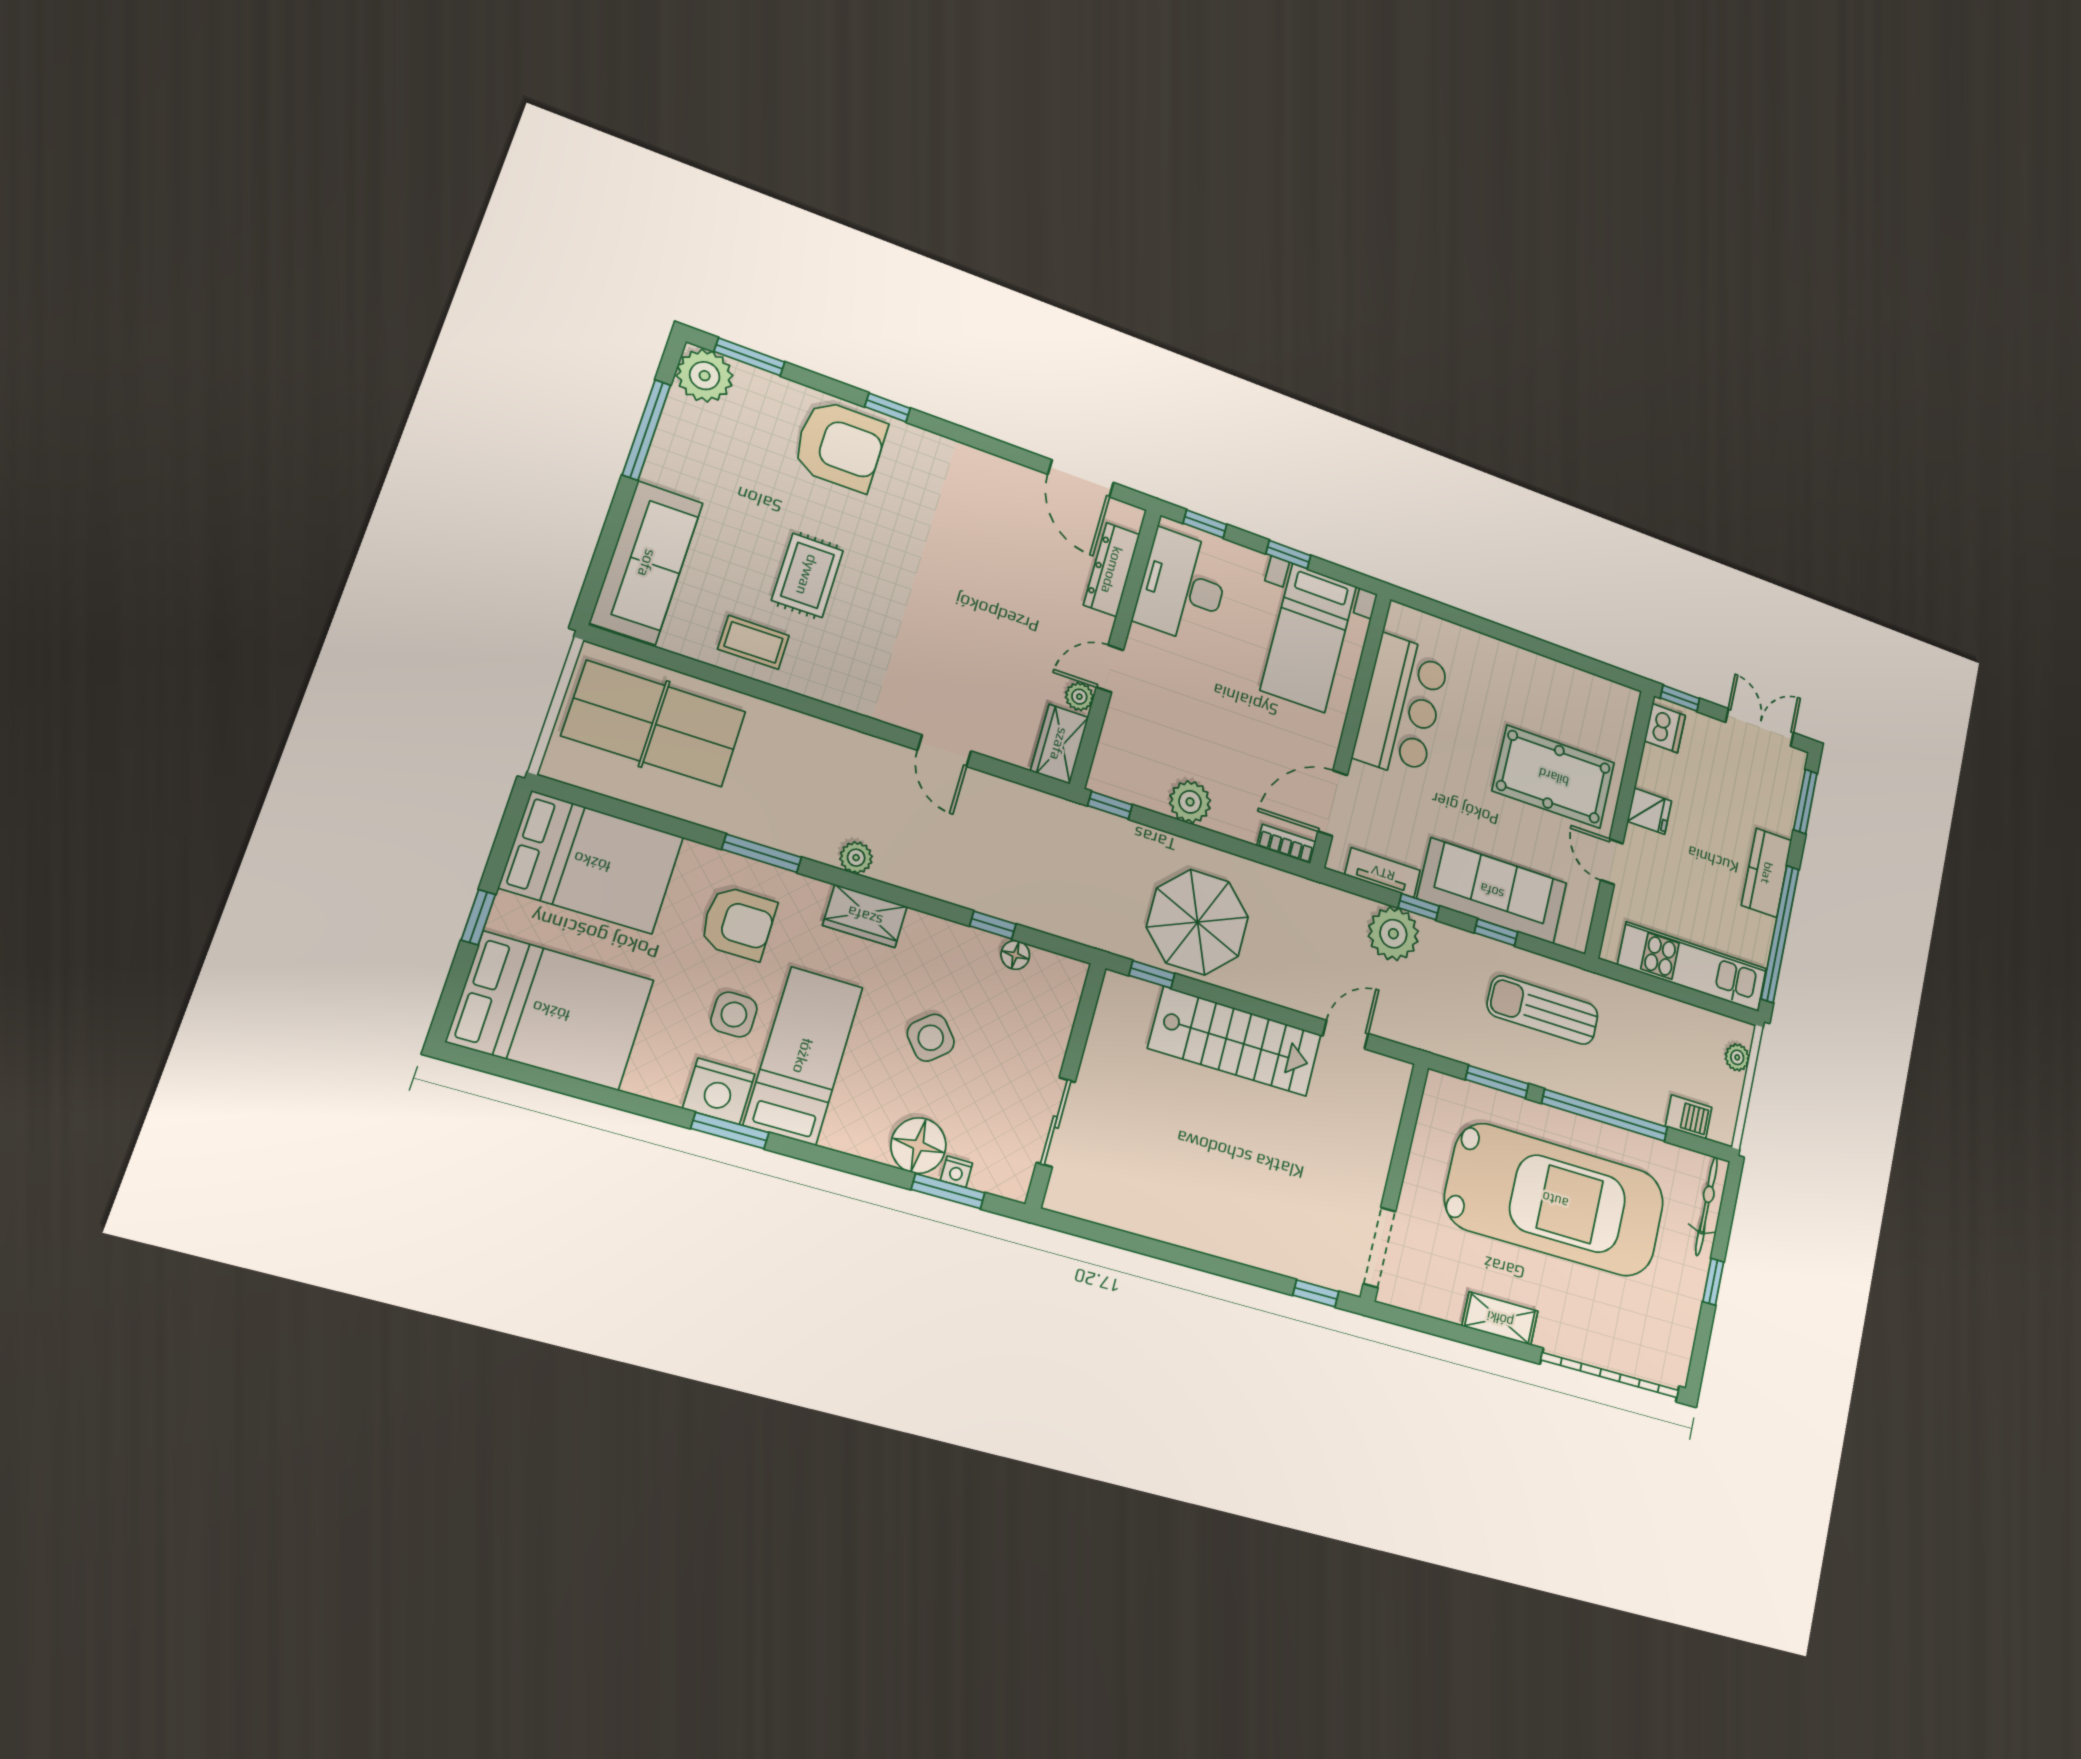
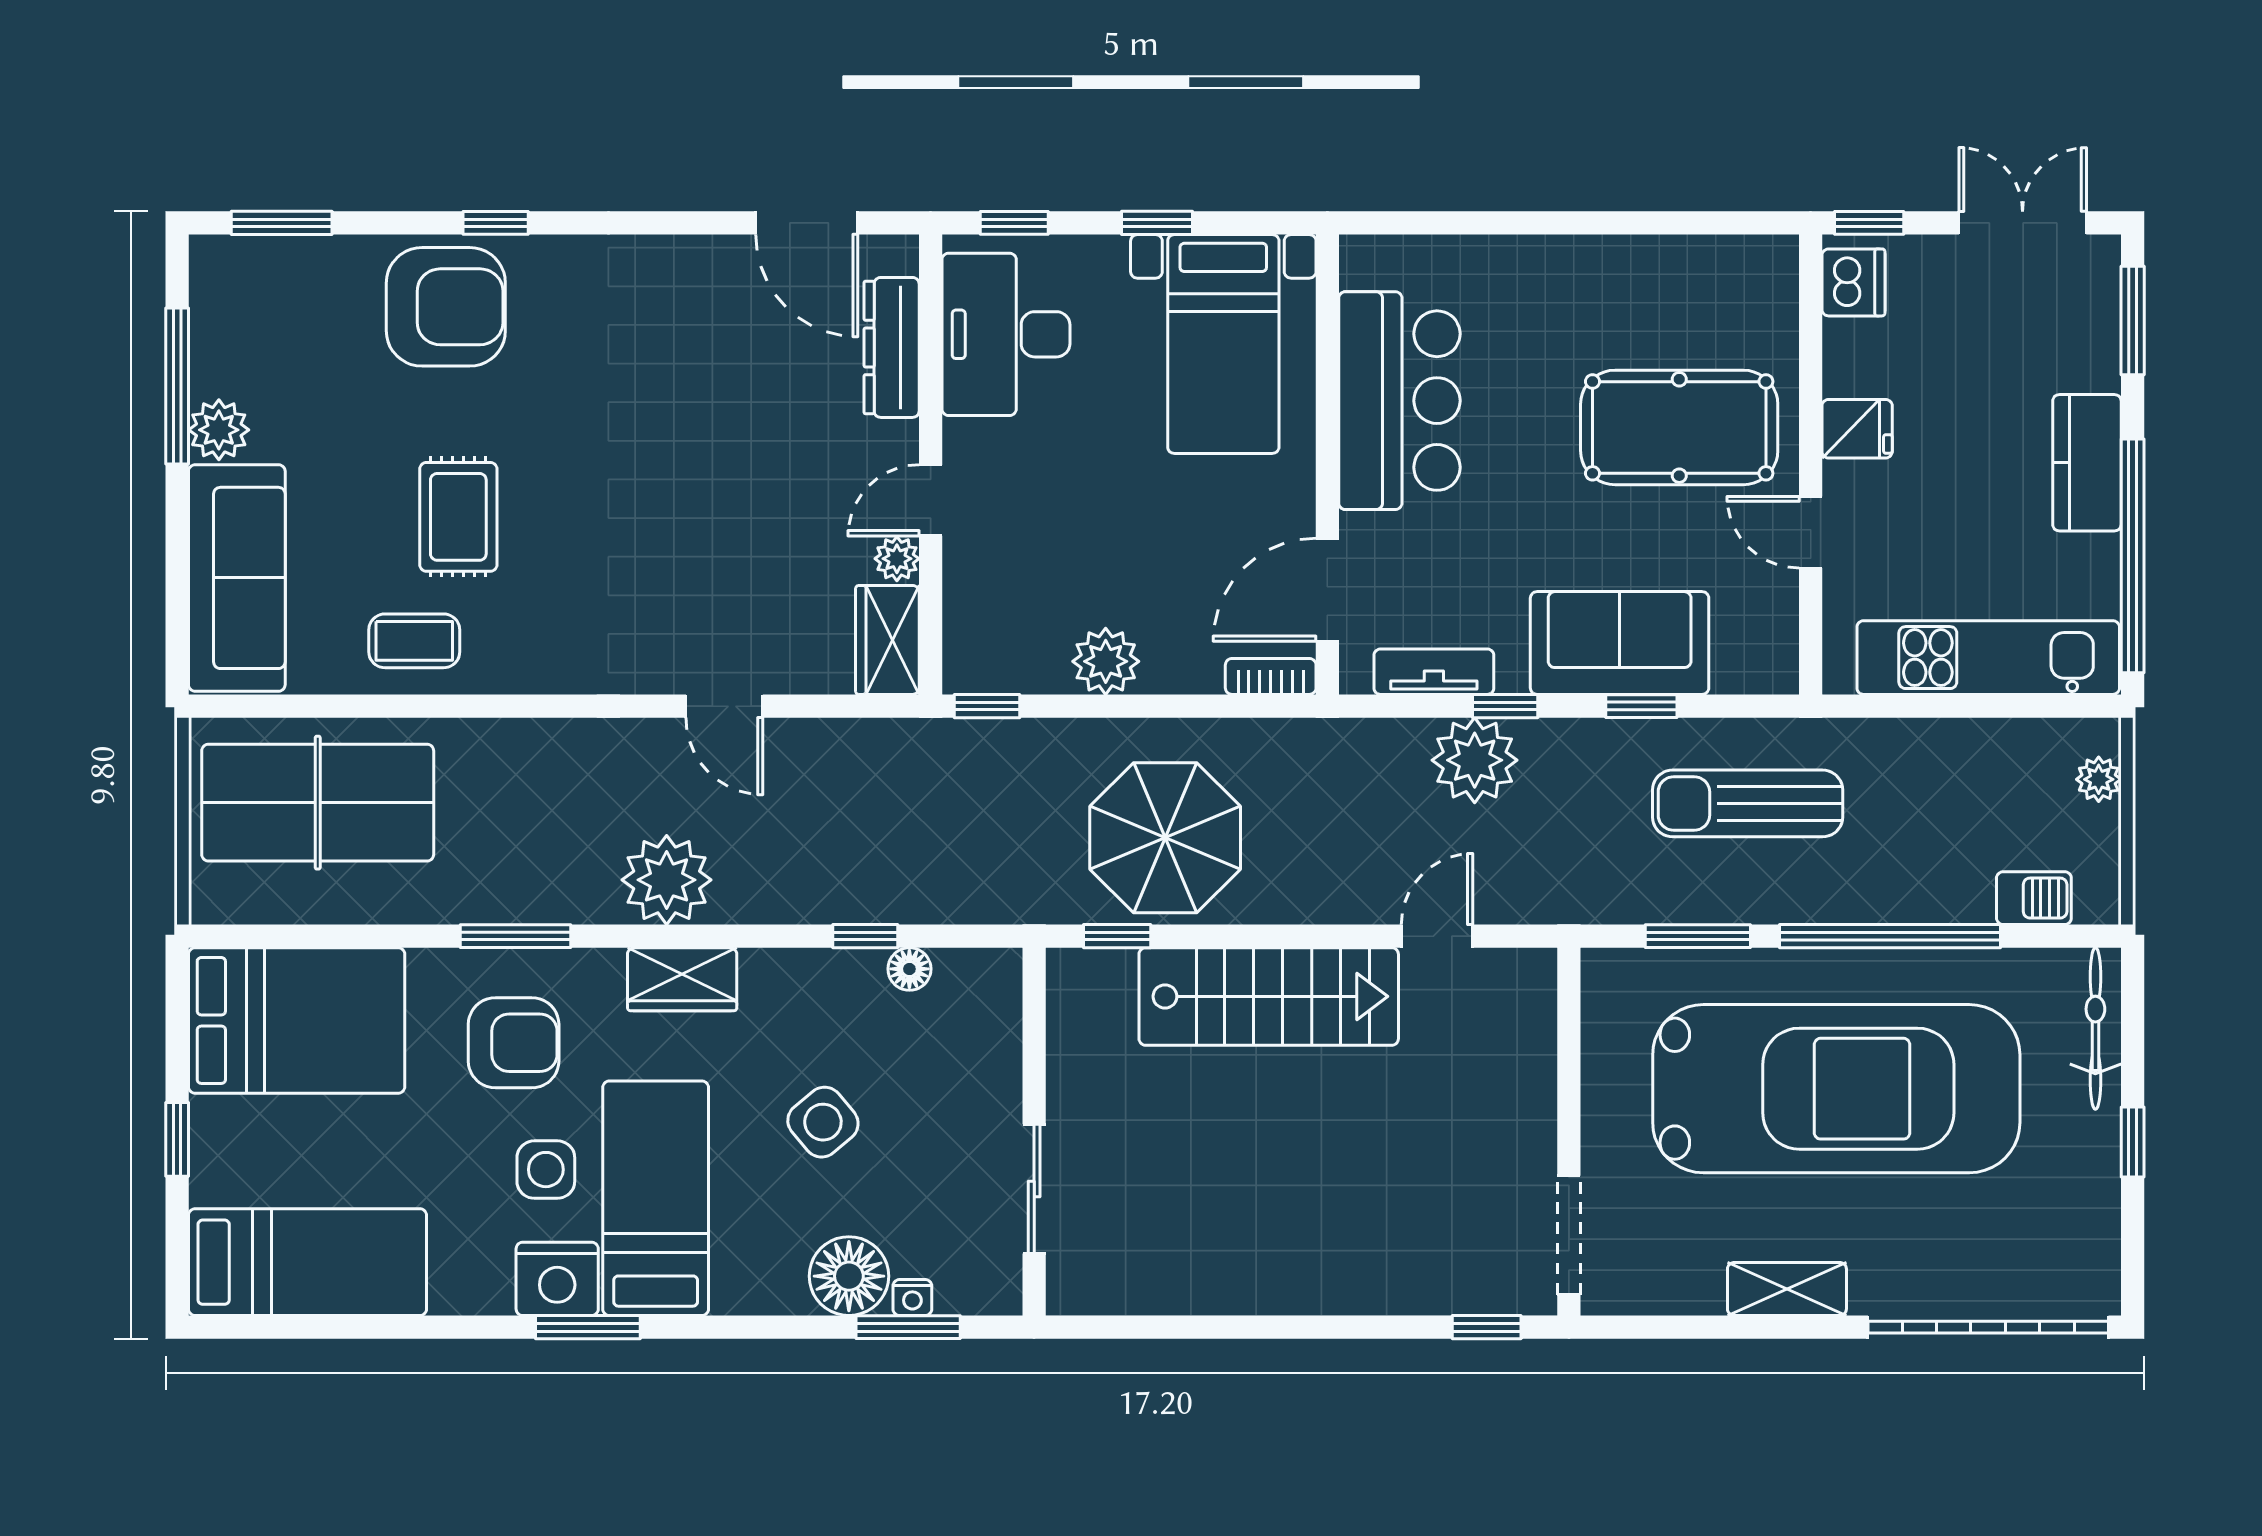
plant: (705, 376) -> (219, 430), moved, width x0.73, depth x0.73
plant: (856, 858) -> (667, 880), width x1.88, depth x1.88
sofa: (1492, 891) -> (1620, 643), width x0.73
bed: (551, 1011) -> (308, 1262), width x0.67

